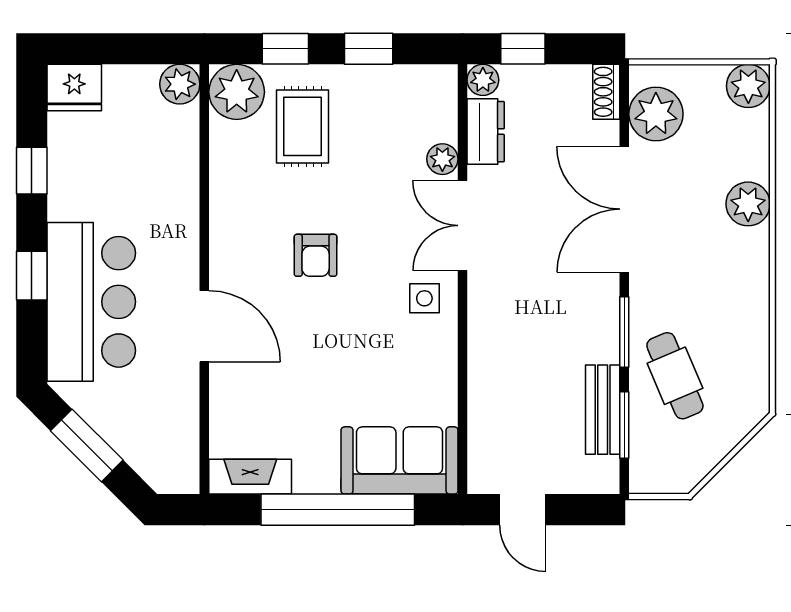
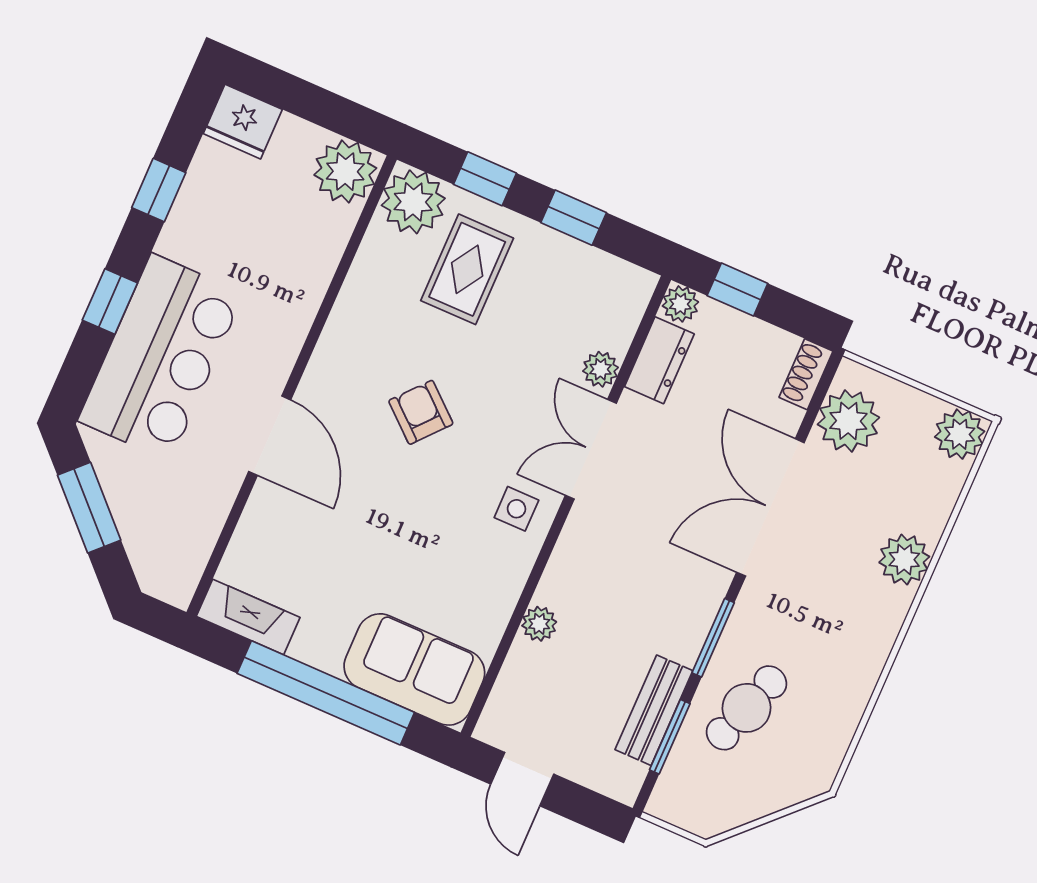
plant: (180, 84) -> (345, 171), width x1.36, depth x1.36
armchair: (316, 255) -> (421, 412), turned 131
cafe table: (675, 376) -> (747, 708), turned 42
plant: (482, 381) -> (539, 624), added

